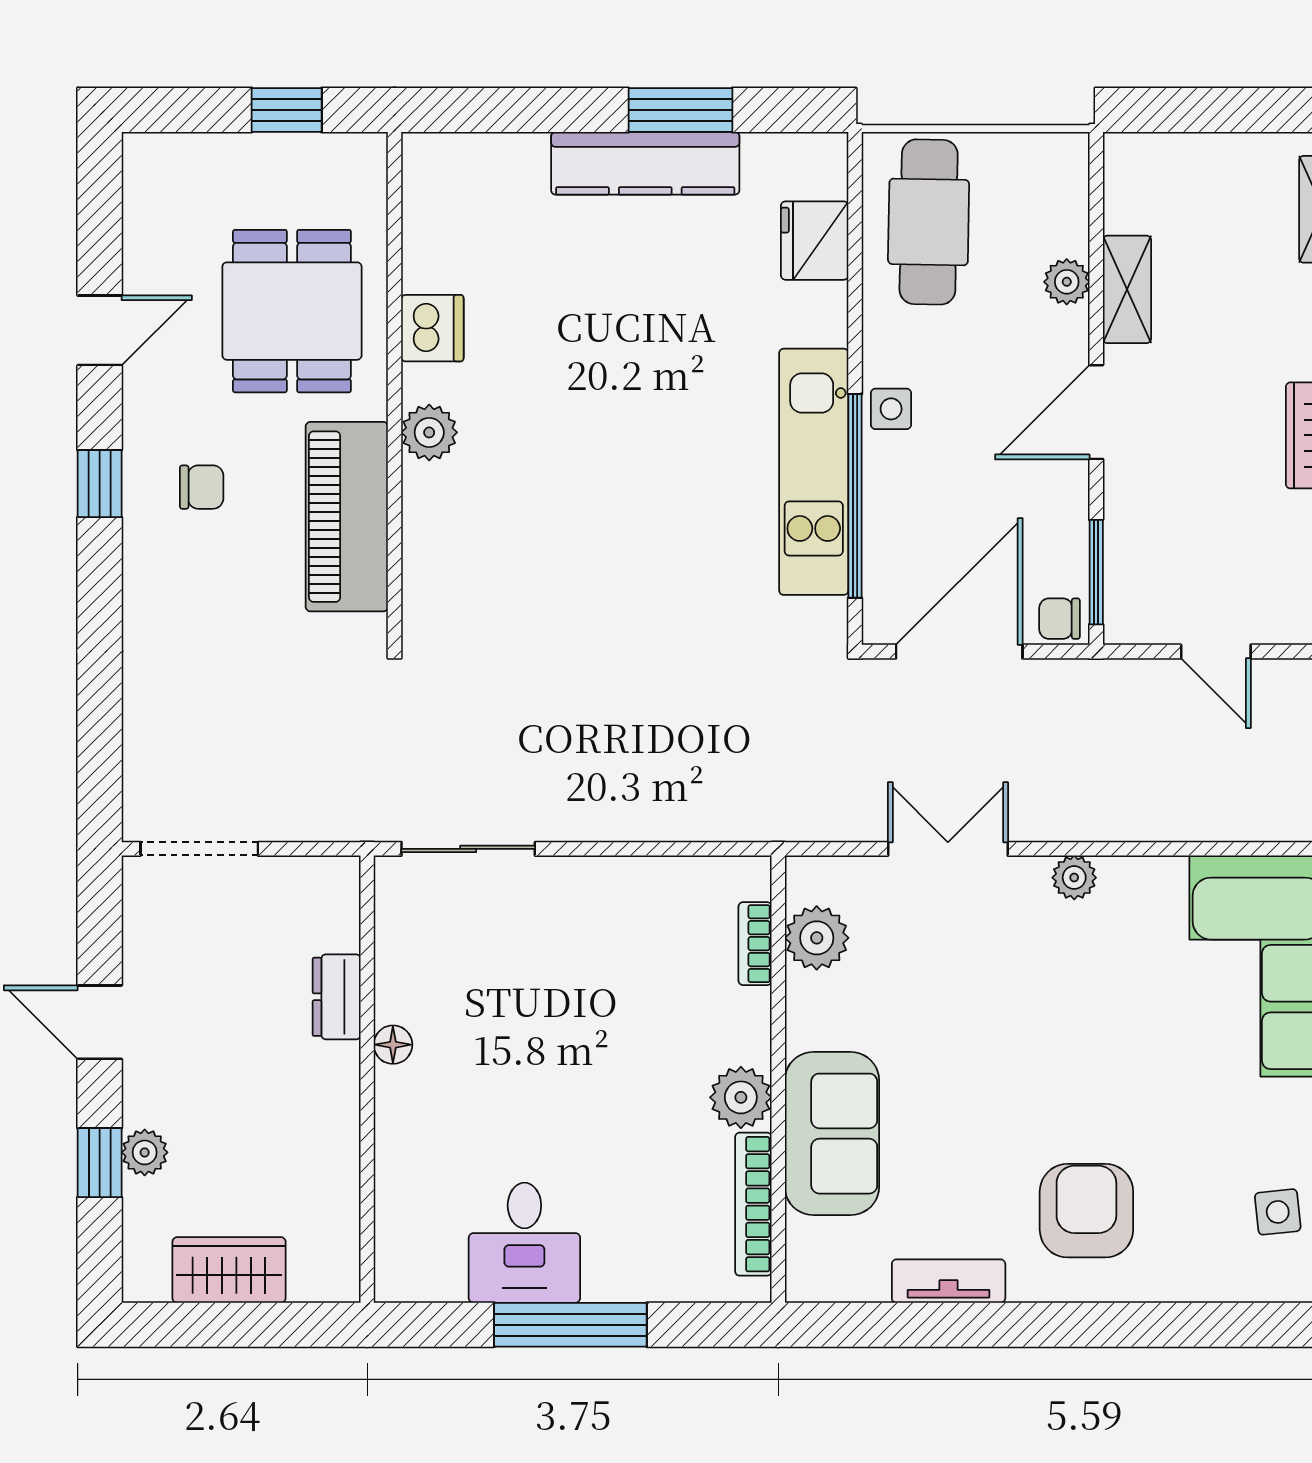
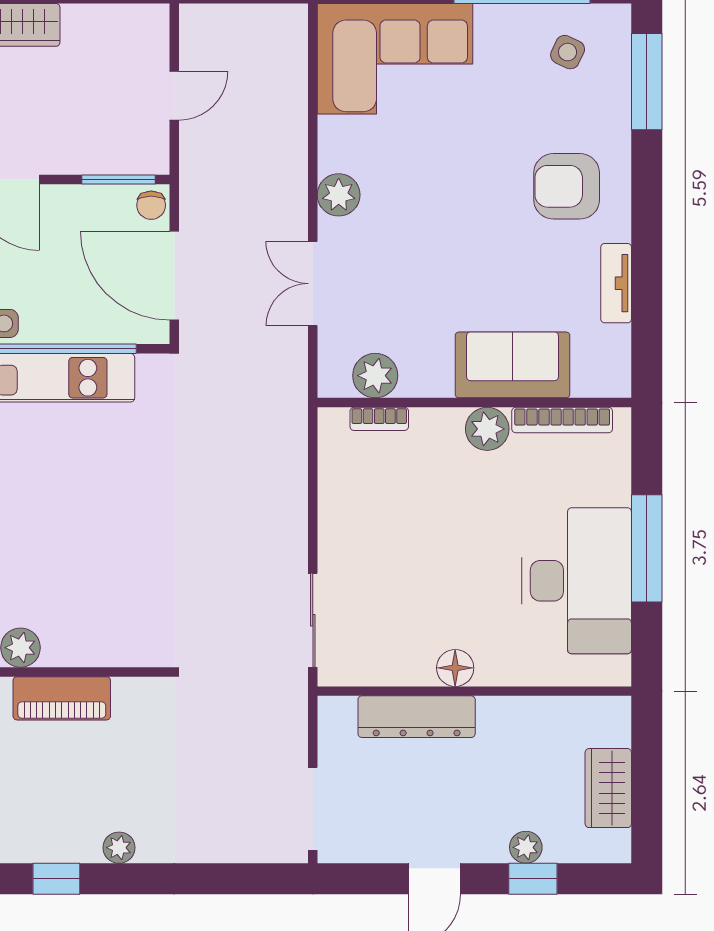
chair: (202, 487) -> (59, 807), removed
piano: (347, 517) -> (62, 698), width x0.73, depth x0.75
plant: (144, 573) -> (119, 848), added
plant: (1074, 878) -> (339, 195), width x1.38, depth x1.38
dresser: (337, 997) -> (417, 717), width x1.96, depth x1.24
floor lamp: (393, 1045) -> (455, 668), width x1.37, depth x1.37
side table: (1278, 1212) -> (568, 52), turned 31
desk: (524, 1243) -> (576, 581), width x1.87, depth x1.30
window: (1236, 1325) -> (647, 82), added

